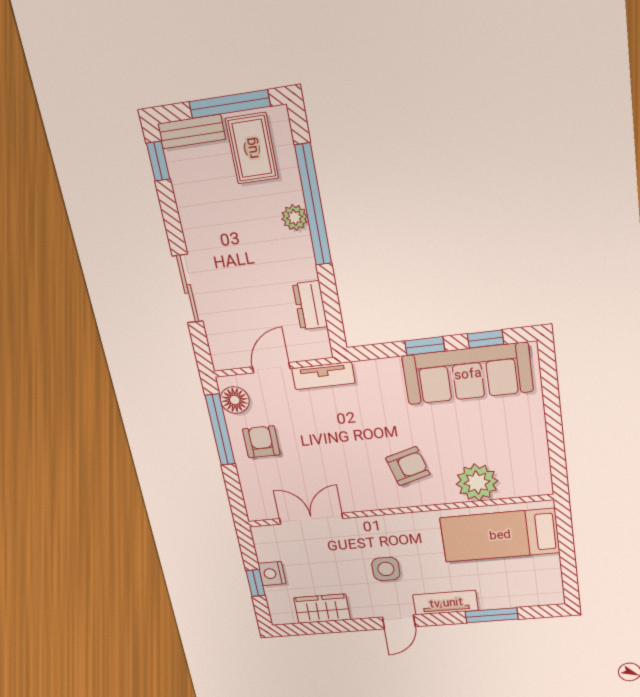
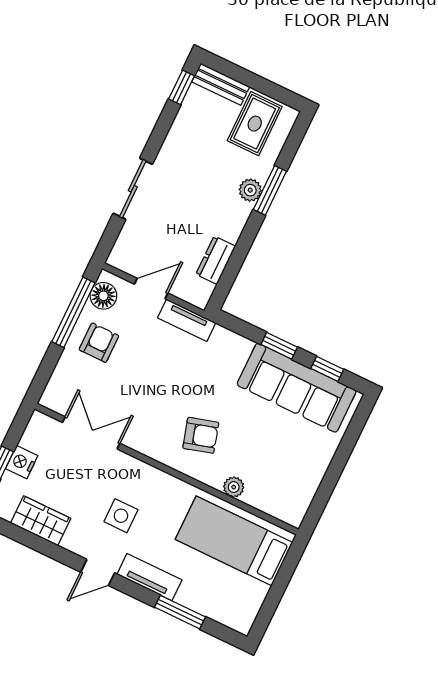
window: (230, 104) -> (261, 85), removed
window: (313, 205) -> (270, 190), width x0.47
plant: (477, 482) -> (234, 487), width x0.53, depth x0.53

